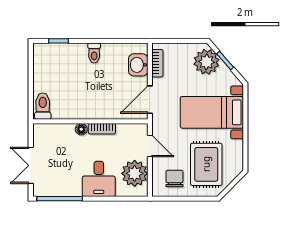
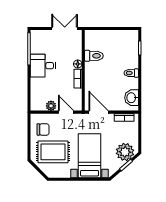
washbasin: (138, 65) -> (132, 98), moved, turned -90
toilet: (43, 106) -> (94, 56), moved
door: (150, 146) -> (66, 112), swing flipped
double door: (31, 165) -> (65, 29), moved
plant: (135, 173) -> (51, 106), width x0.53, depth x0.53
desk: (99, 179) -> (43, 66), moved

